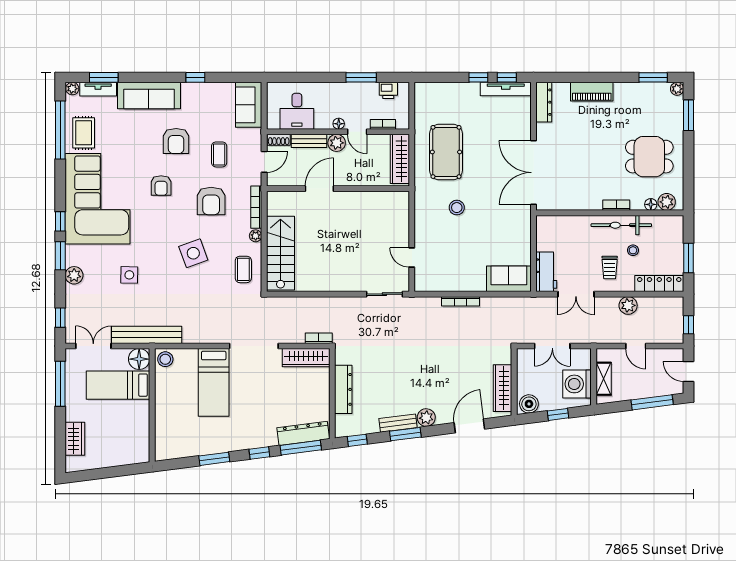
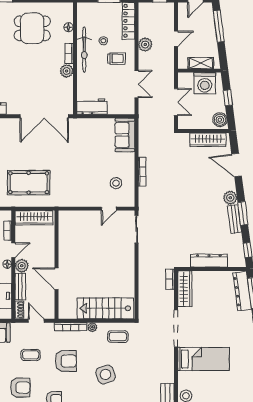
dining table: (649, 157) -> (32, 28), turned 90
plant: (667, 202) -> (67, 71), moved
stool: (457, 208) -> (116, 183), moved
workbench: (546, 272) -> (92, 107), moved

